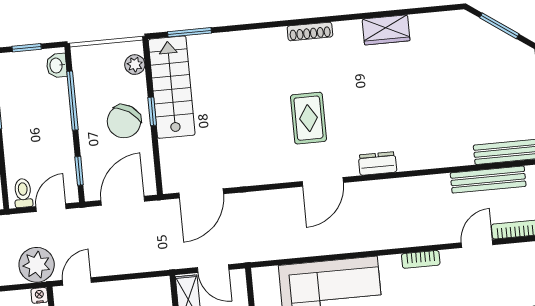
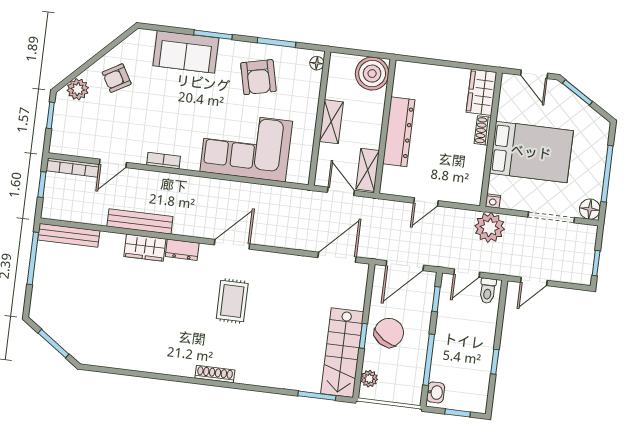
wardrobe: (386, 30) -> (145, 248), moved, turned 180
bench: (488, 180) -> (140, 221), moved
door: (77, 281) -> (426, 202), moved

